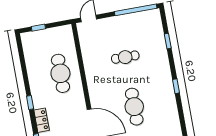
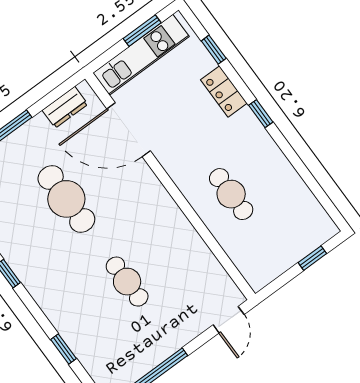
cafe table: (125, 57) -> (127, 282), turned 90
cafe table: (60, 73) -> (231, 194), width x0.73, depth x0.74

